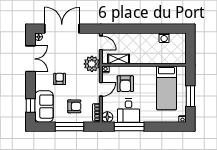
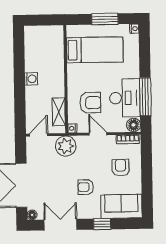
washing machine: (164, 38) -> (31, 79), moved
window: (30, 105) -> (102, 224), moved
desk: (129, 111) -> (125, 98), width x1.37
window: (70, 127) -> (147, 173), removed

